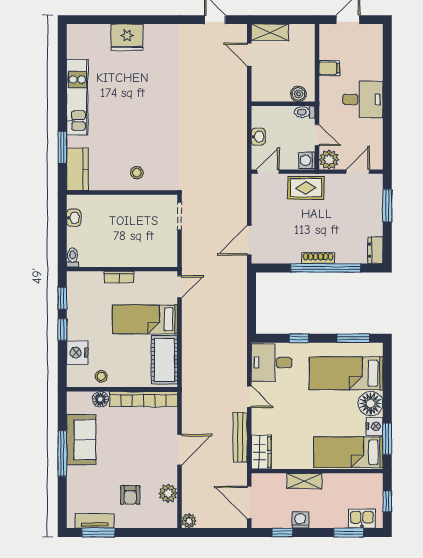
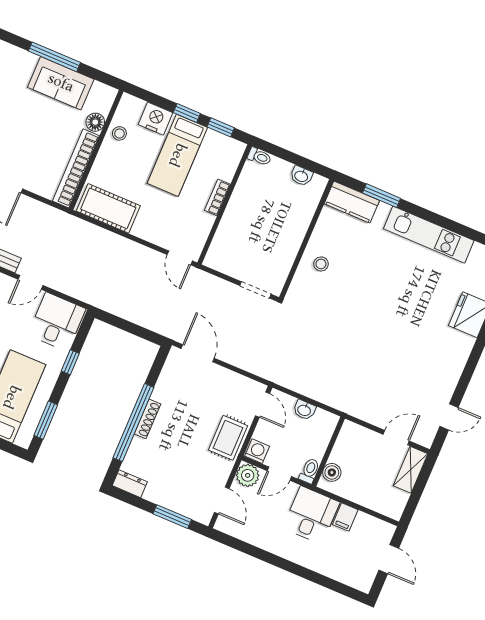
desk: (363, 99) -> (311, 515), moved, turned 180
bed: (145, 319) -> (177, 155), moved, turned 180

